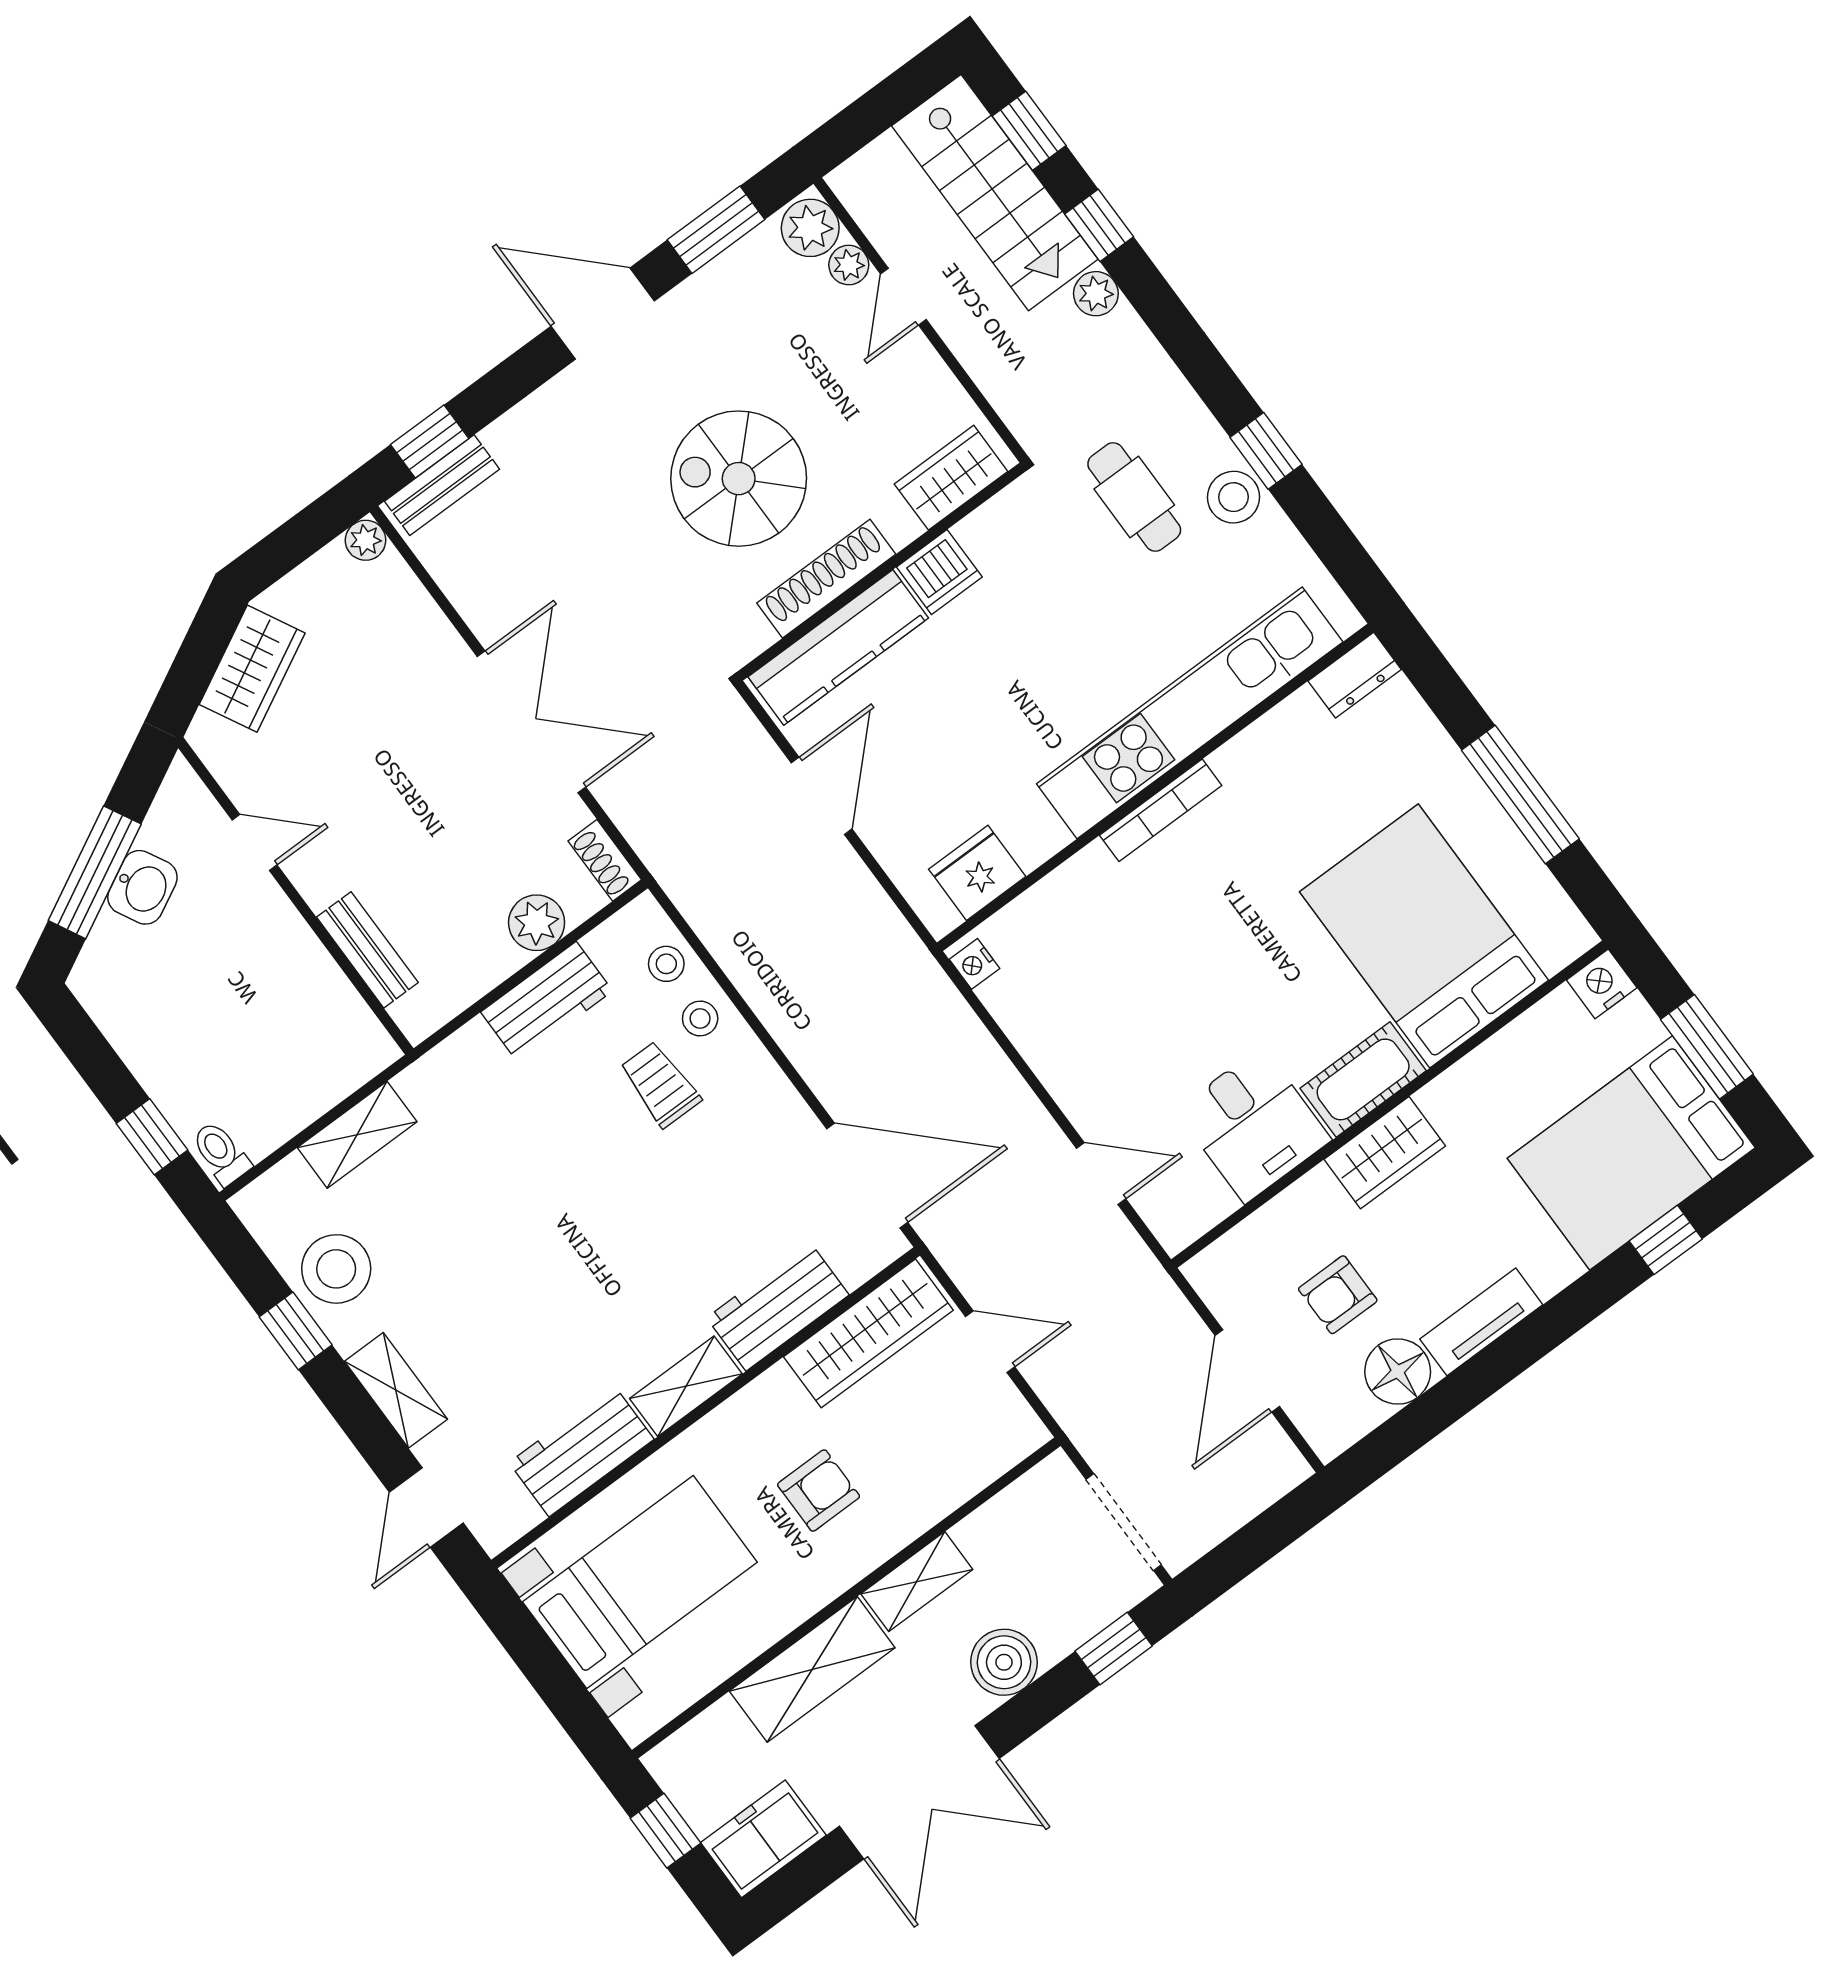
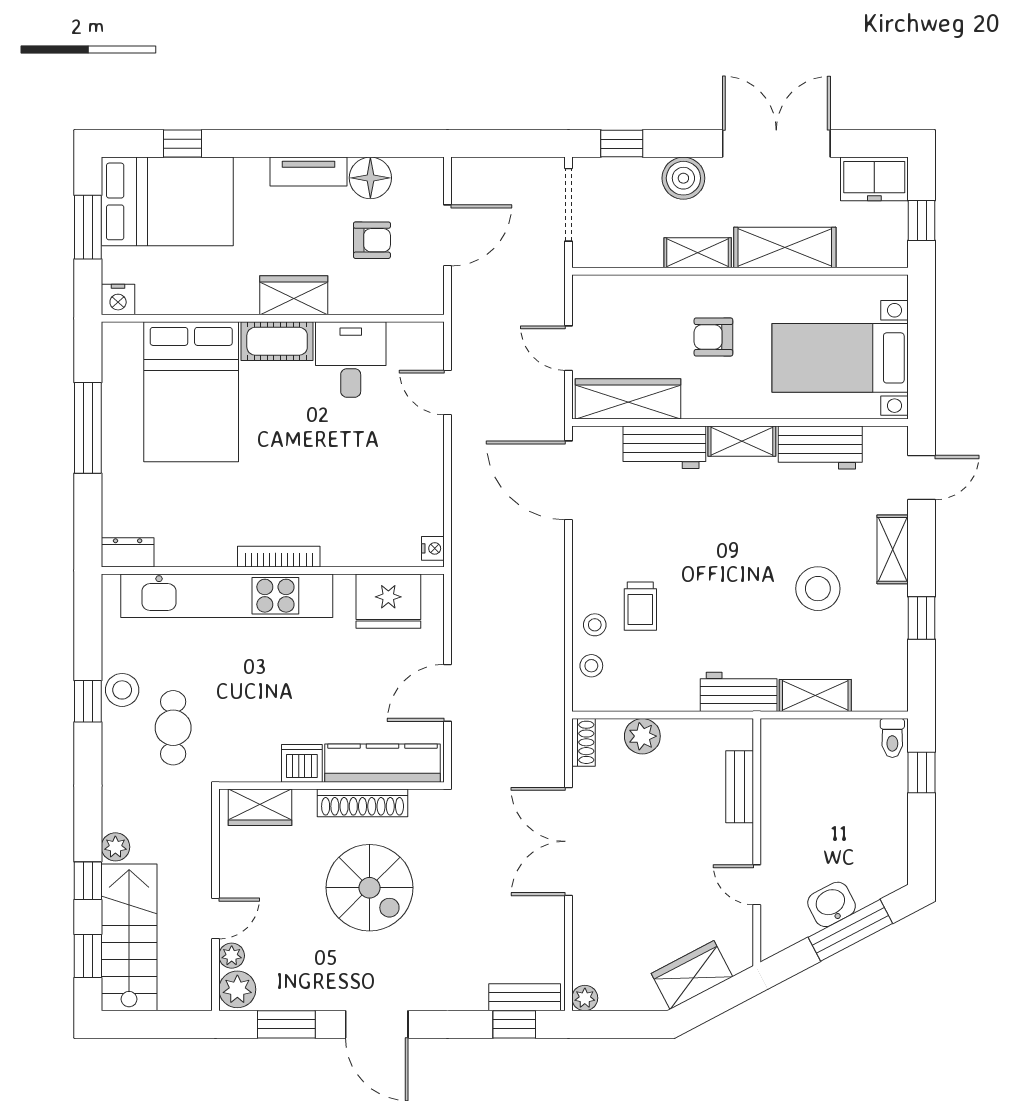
fridge: (977, 873) -> (388, 601), width x1.36, depth x1.34
workbench: (547, 1001) -> (739, 692), moved
stool: (336, 1269) -> (818, 589), moved

